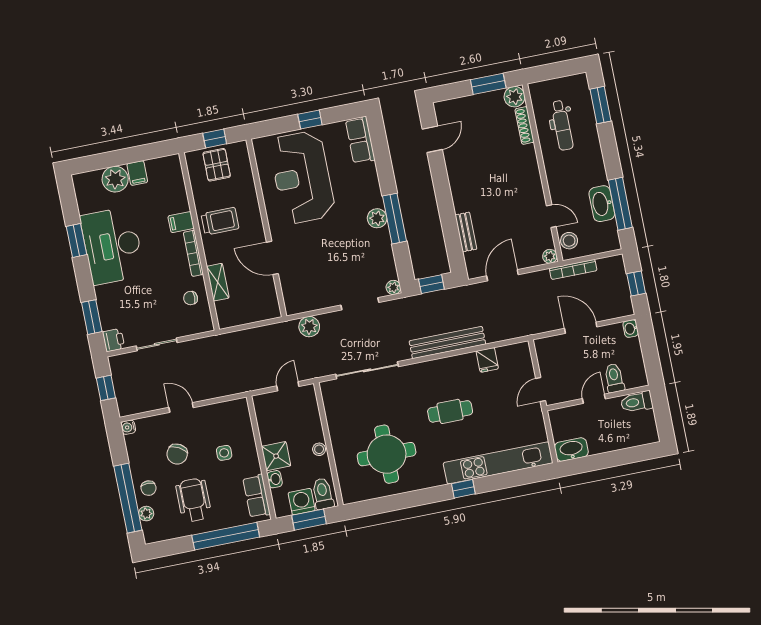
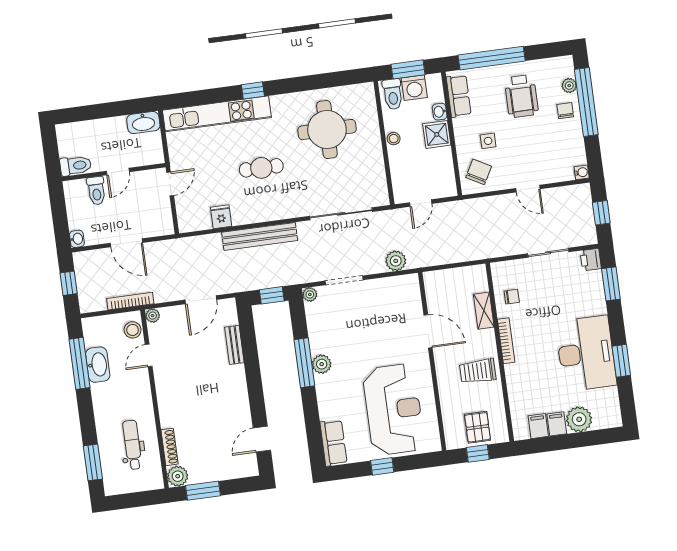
door: (551, 216) -> (149, 355), hinge flipped
filing cabinet: (181, 222) -> (538, 426), moved, turned -90
chair: (177, 454) -> (479, 172), moved

